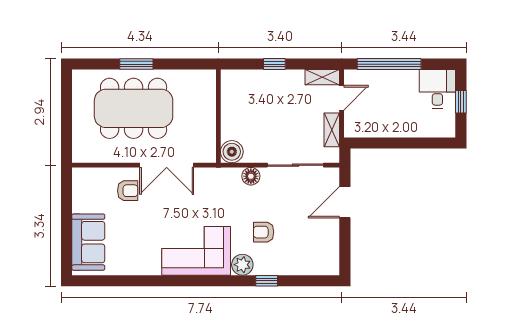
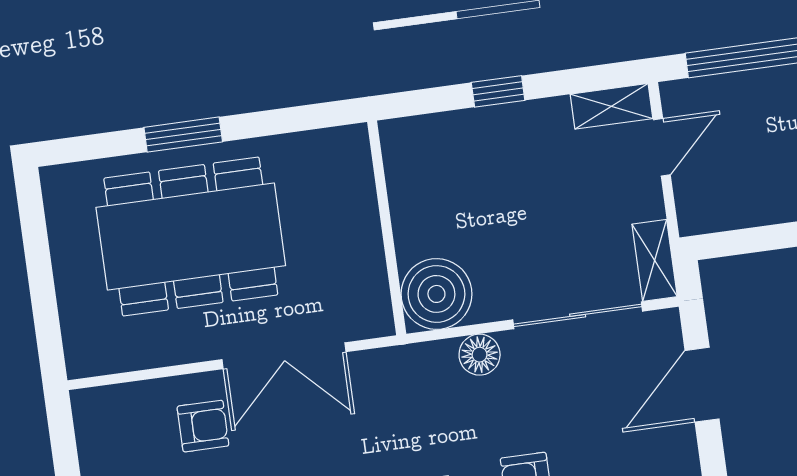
shelving: (332, 130) -> (655, 260), moved
boiler: (232, 152) -> (436, 294), width x1.37, depth x1.37

